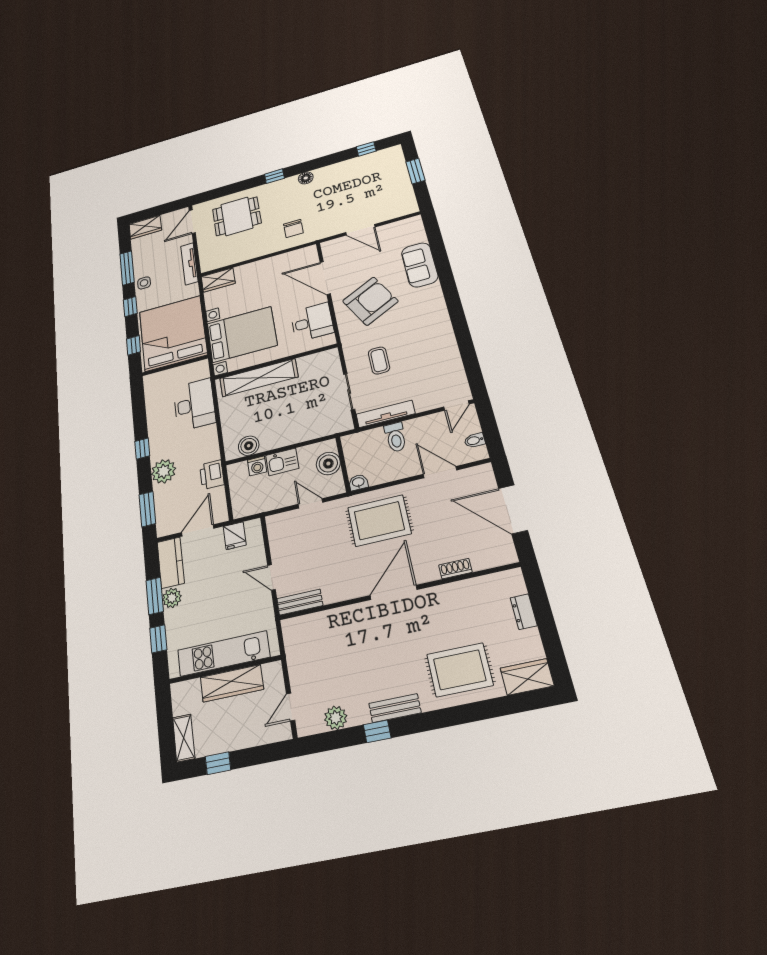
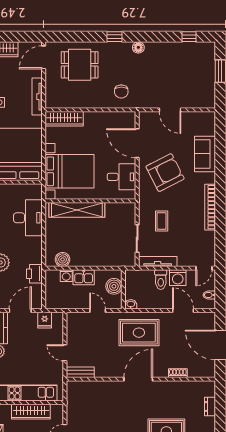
wardrobe: (218, 280) -> (64, 119), width x1.50
bookcase: (444, 325) -> (210, 207), added
washing machine: (420, 428) -> (178, 278), added

